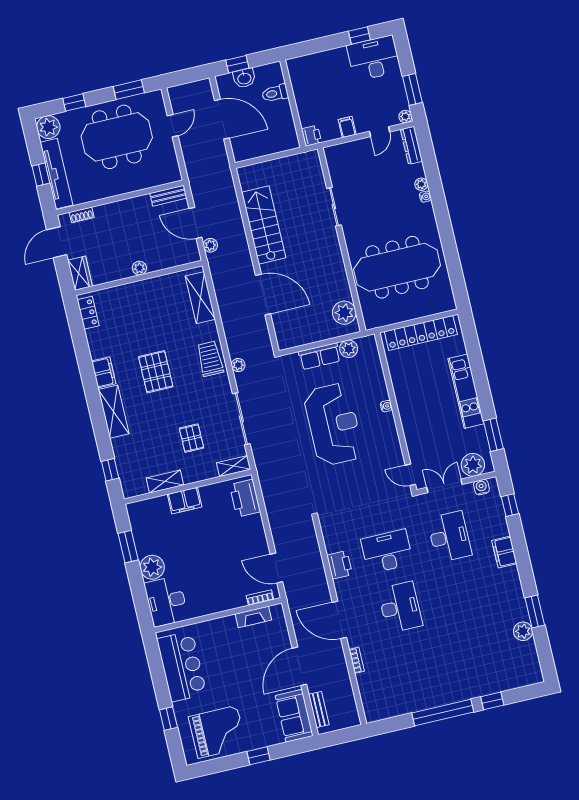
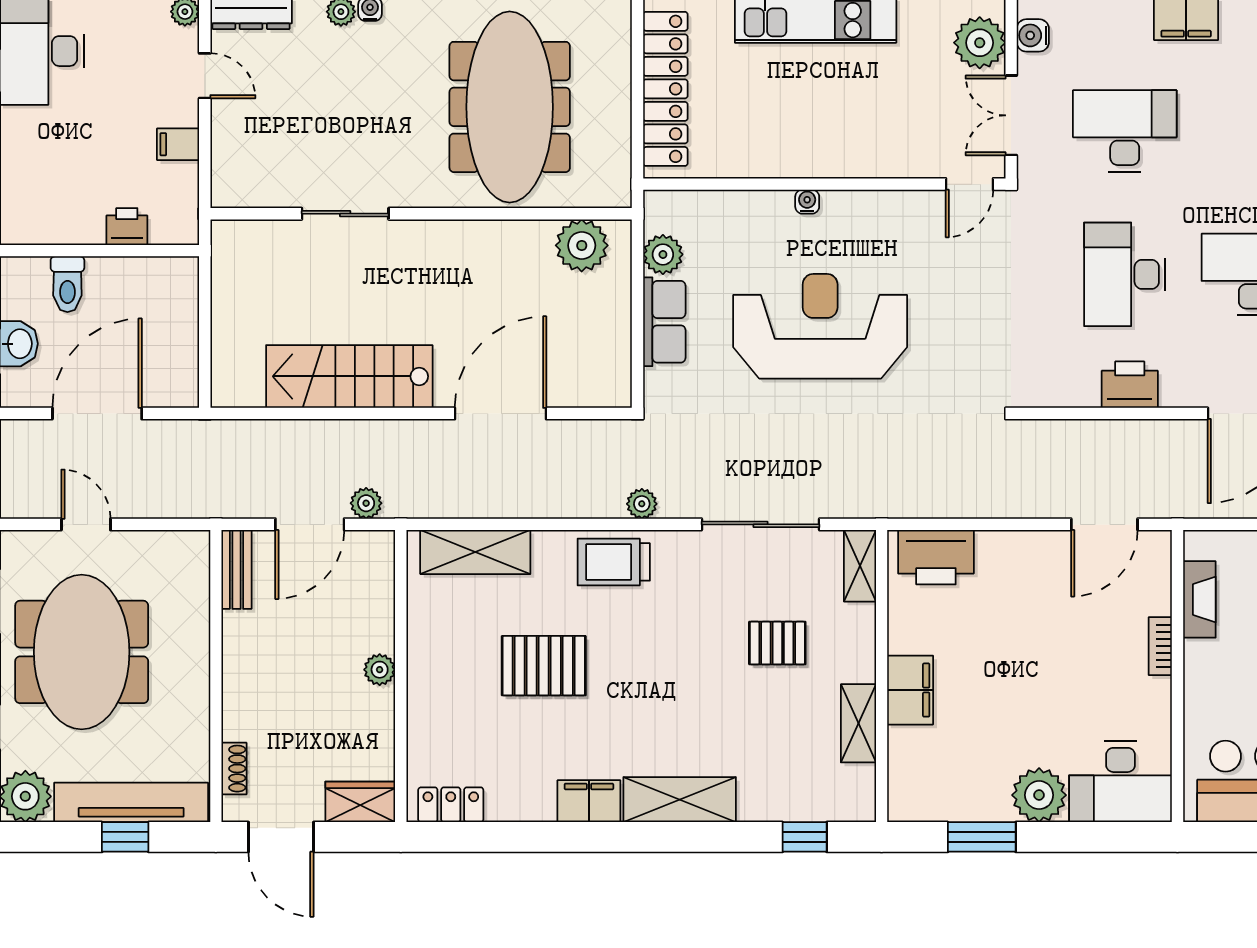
printer: (311, 136) -> (127, 227), moved
pallet: (156, 372) -> (544, 666), moved
bookcase: (260, 598) -> (1160, 646), moved

